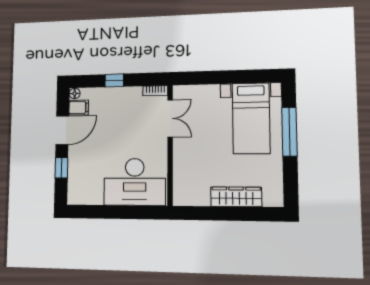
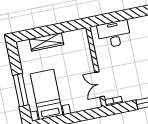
desk: (135, 182) -> (114, 34), width x0.73, depth x0.77

